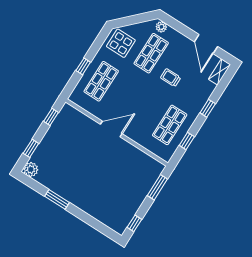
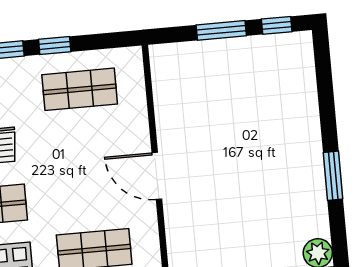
window: (187, 141) -> (55, 46), moved
window: (157, 187) -> (221, 30), moved

